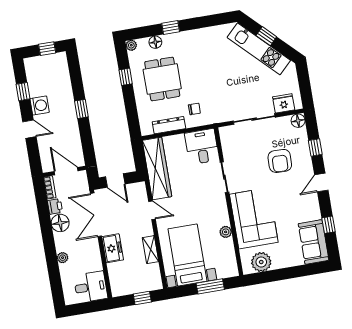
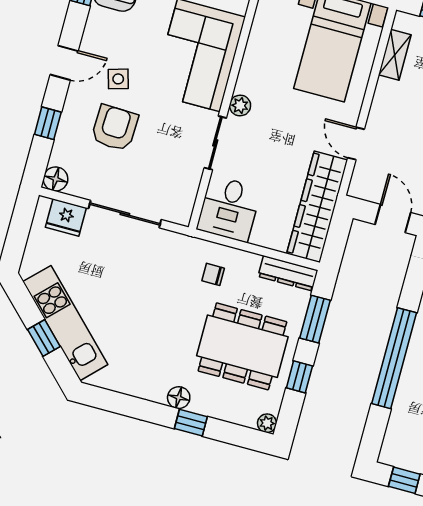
floor lamp: (155, 42) -> (179, 398), moved
dining table: (162, 79) -> (242, 346), width x1.38
window: (81, 109) -> (394, 358), width x3.17
window: (131, 110) -> (315, 319), added
dresser: (169, 125) -> (288, 273), moved
side table: (290, 187) -> (118, 79), added
plant: (226, 232) -> (240, 106), moved
shelving: (150, 250) -> (395, 55), moved

